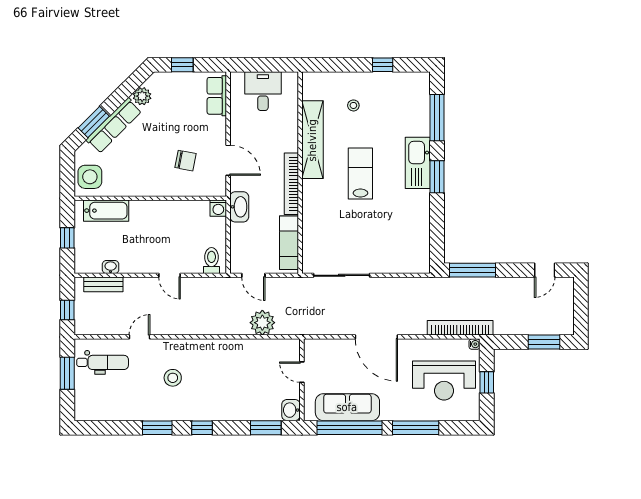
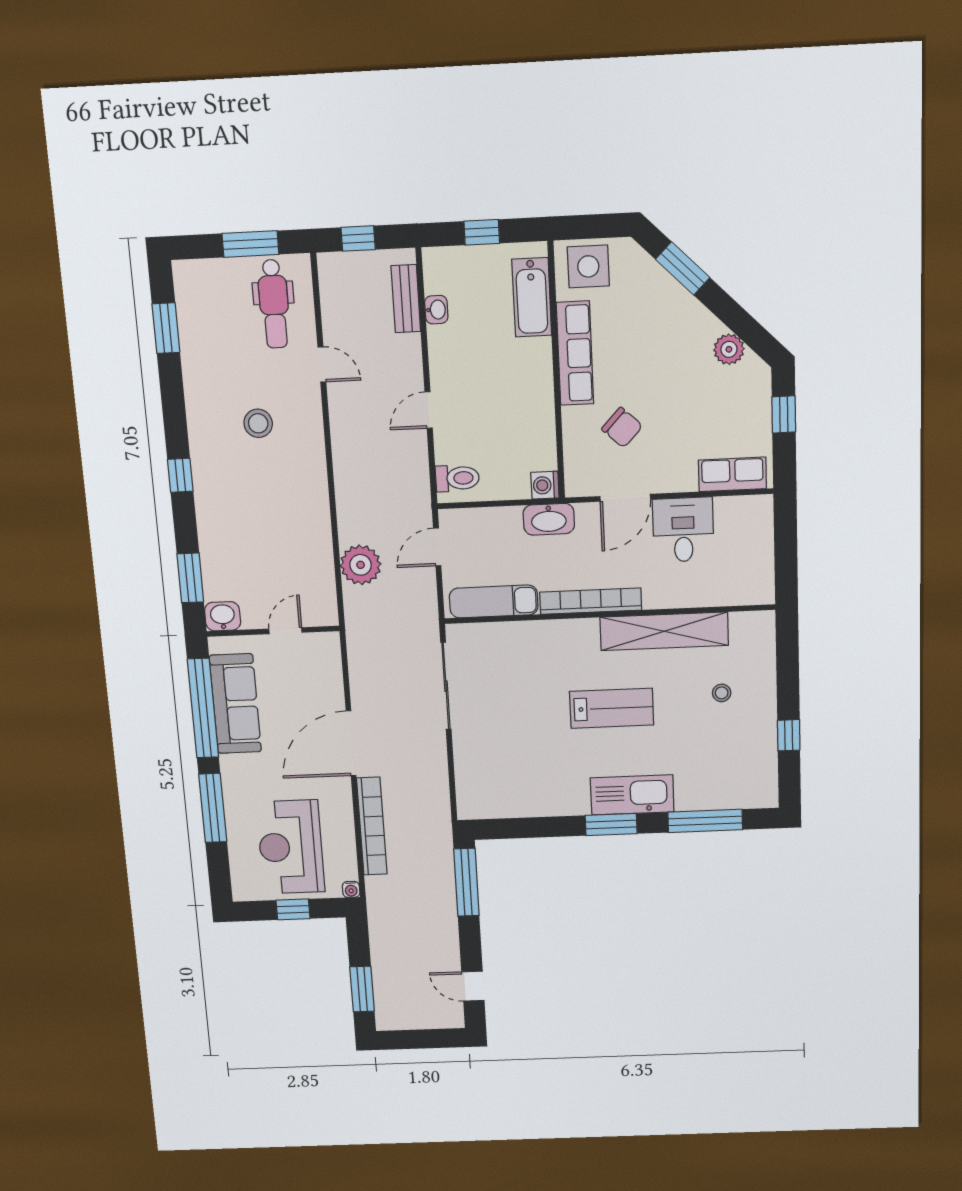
desk: (263, 91) -> (683, 530), moved, turned -90
row of seats: (114, 125) -> (575, 353), moved, turned -135
chair: (186, 161) -> (622, 428), turned -58
bookcase: (460, 328) -> (372, 826), moved
window: (157, 428) -> (166, 328), moved

